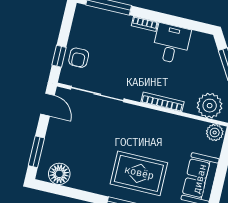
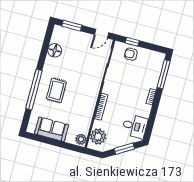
desk: (171, 44) -> (135, 126), moved
rug: (139, 173) -> (56, 90), width x0.73, depth x0.70
floor lamp: (59, 174) -> (55, 50), moved

